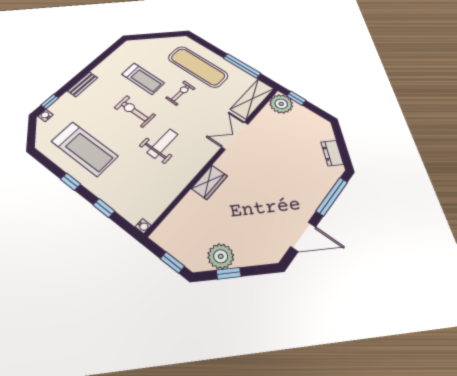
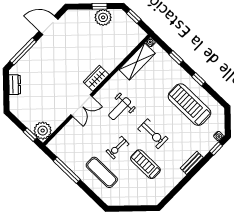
exercise mat: (198, 67) -> (102, 172), width x0.73, depth x0.69
shelving: (252, 99) -> (137, 62), moved
weight bench: (163, 143) -> (120, 109), moved
wardrobe: (209, 182) -> (96, 78), moved

